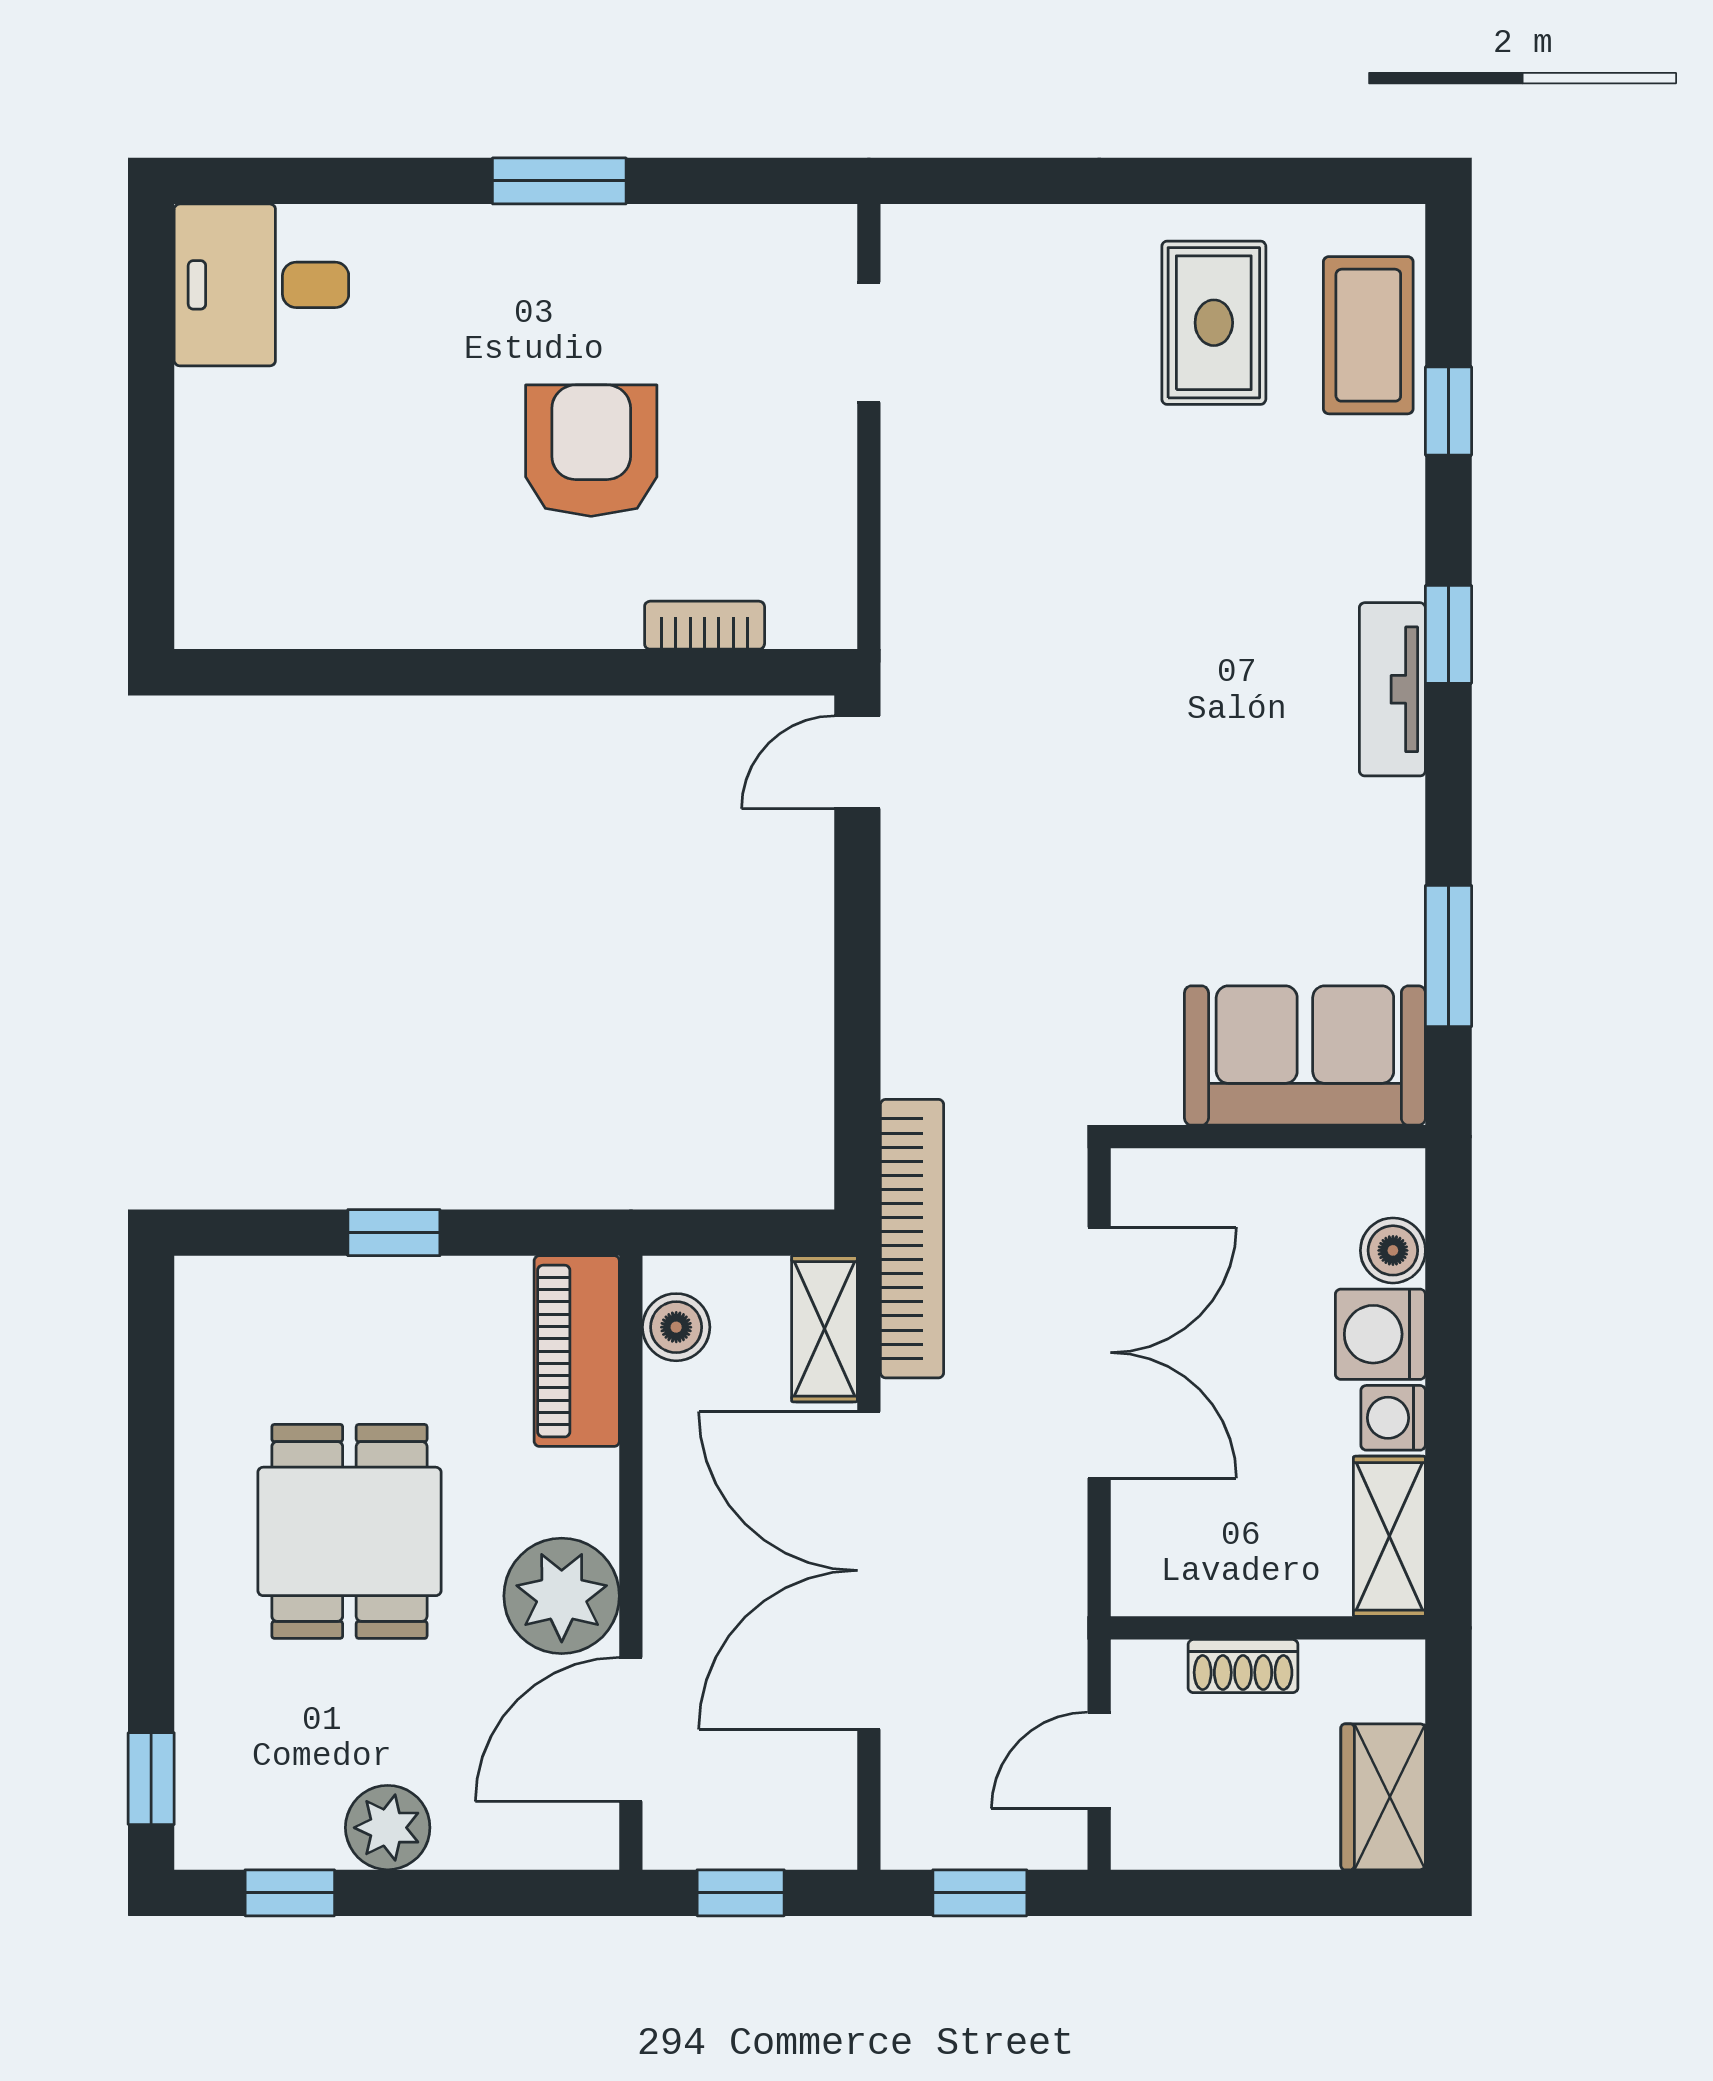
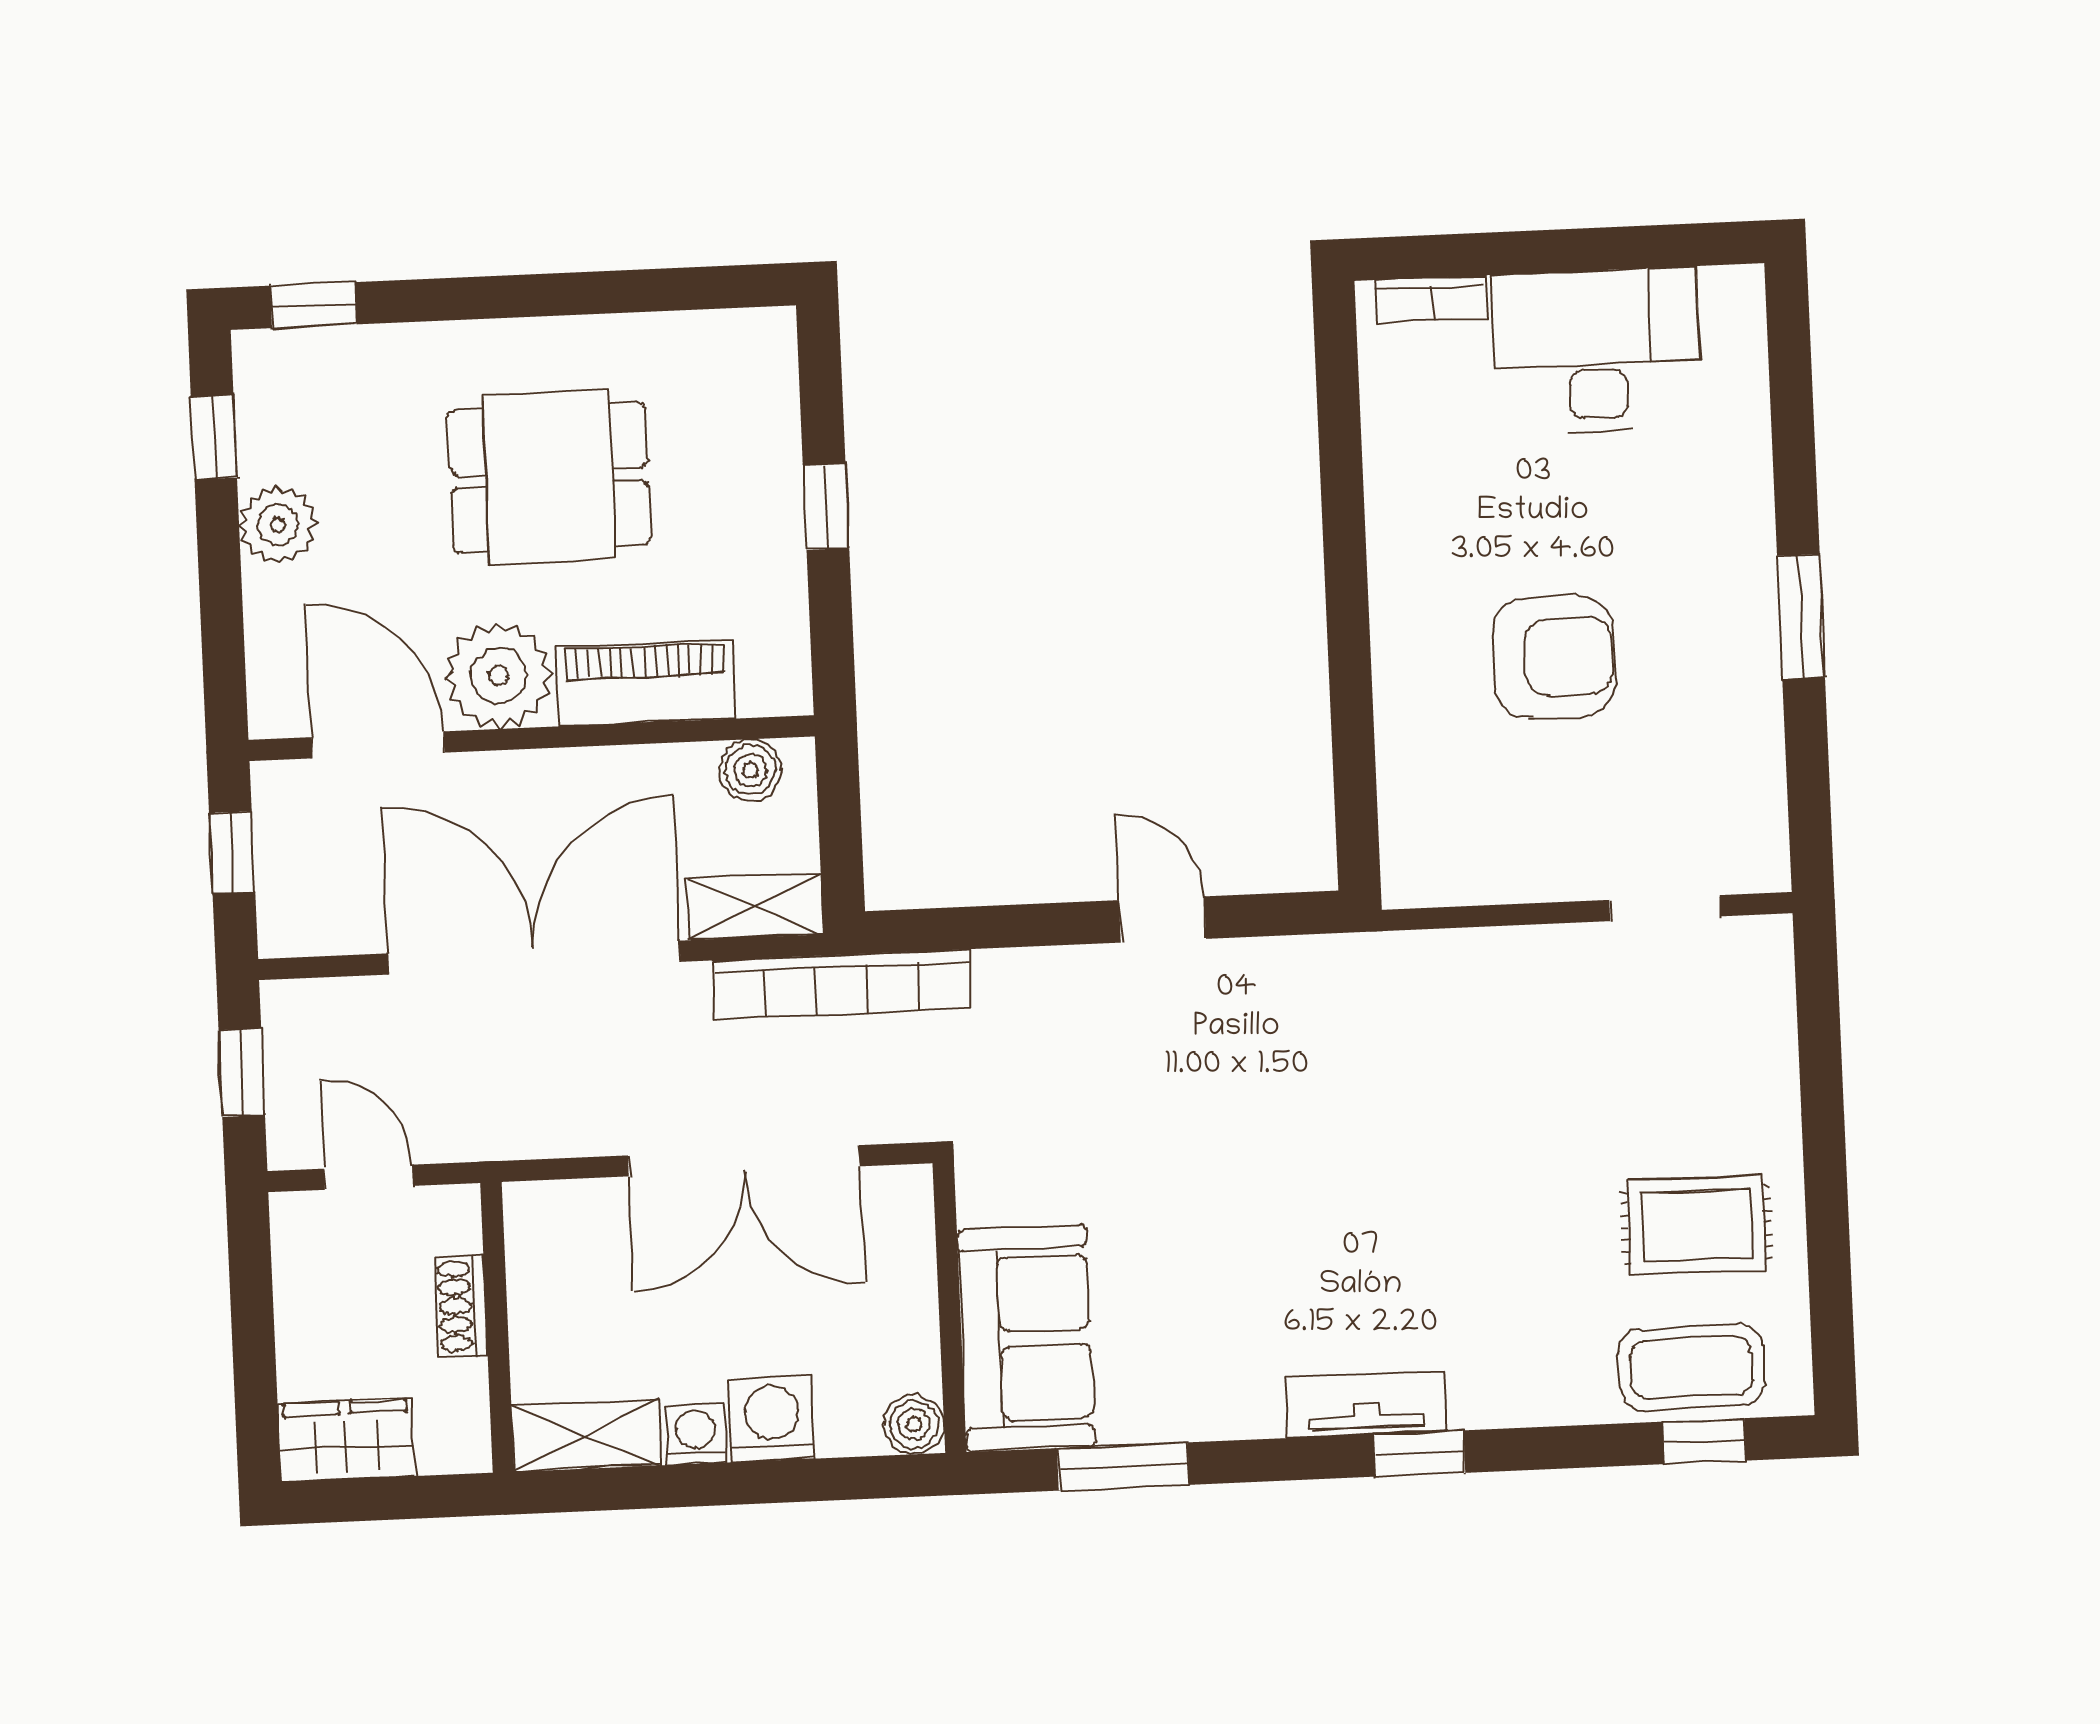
desk: (261, 285) -> (1597, 351), moved, width x1.37
window: (1448, 411) -> (1704, 1441), moved
bookcase: (705, 625) -> (1431, 300), moved, turned 90
door: (857, 762) -> (1162, 919), moved
boiler: (1393, 1250) -> (914, 1424), moved
piano: (577, 1351) -> (646, 683), moved

